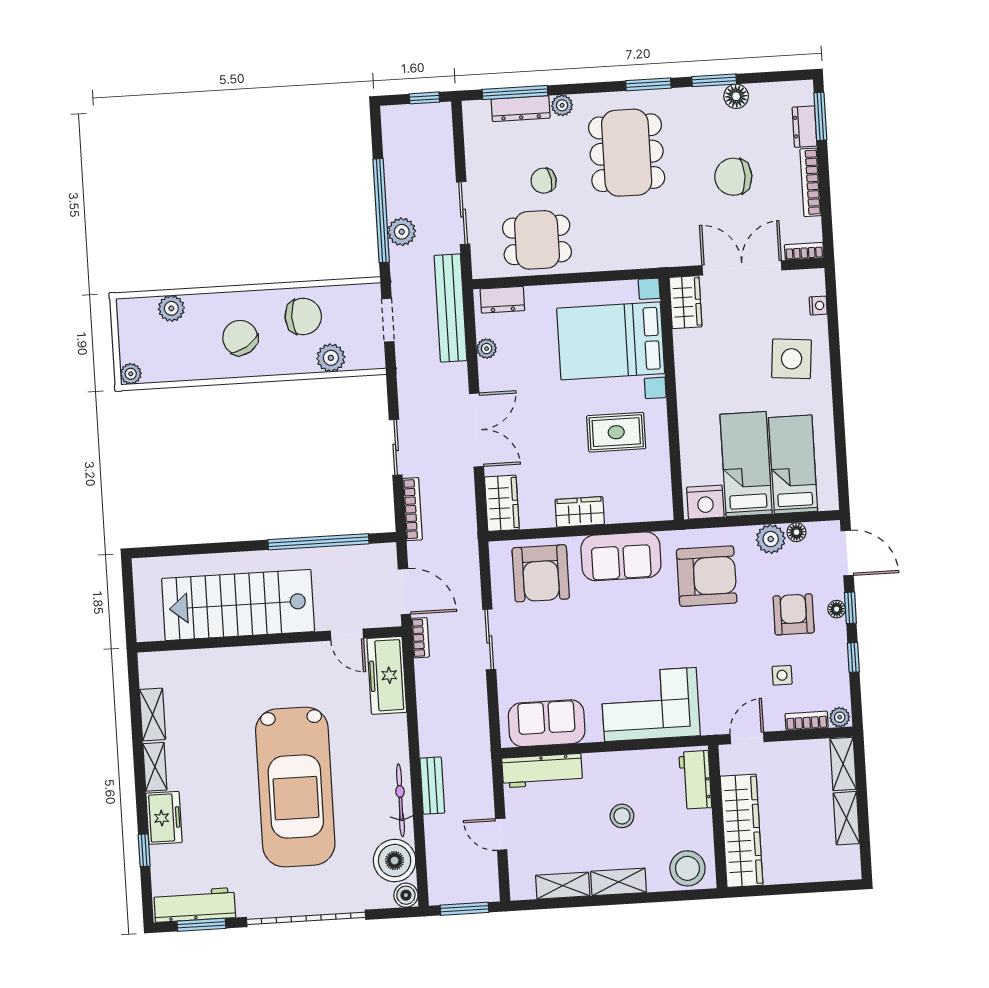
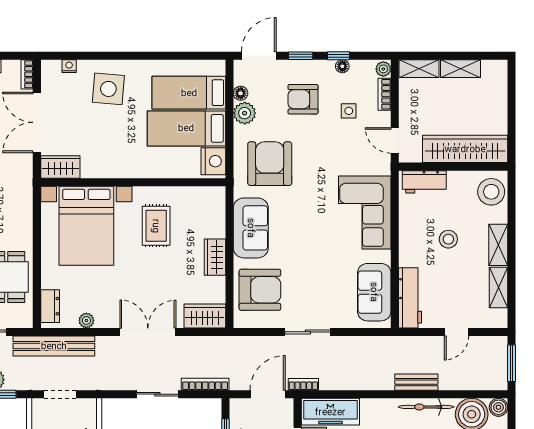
floor lamp: (837, 609) -> (342, 66), moved

